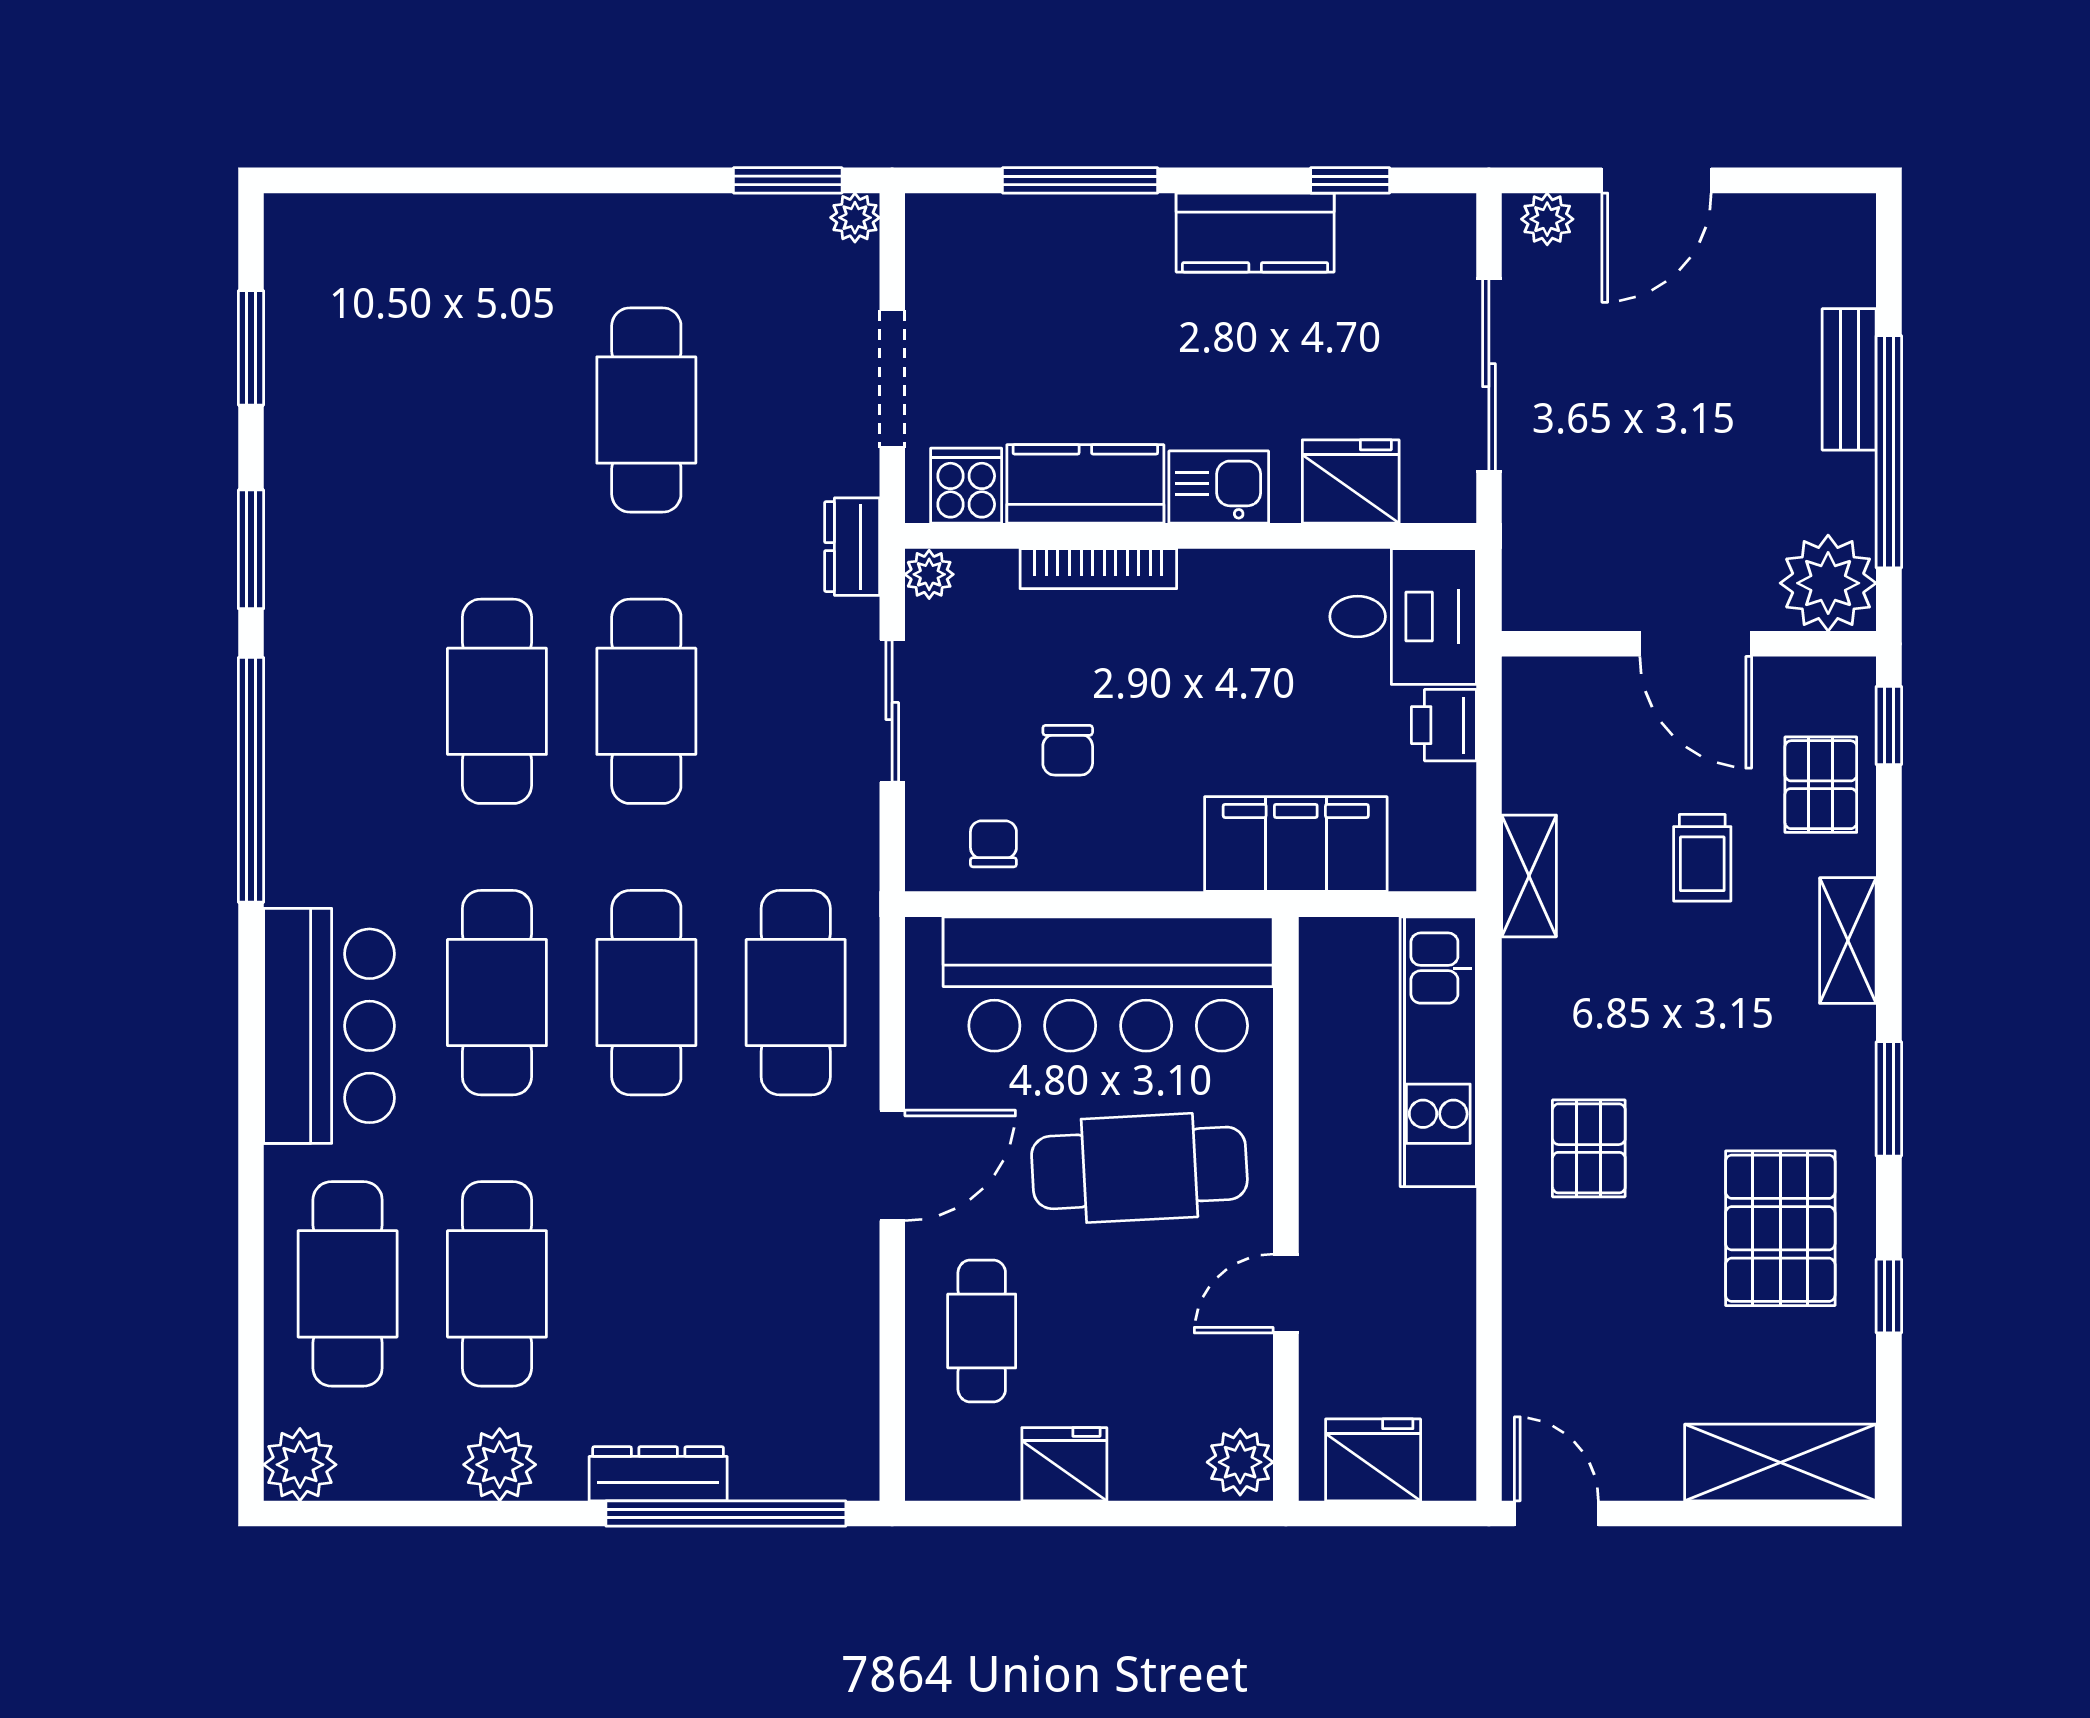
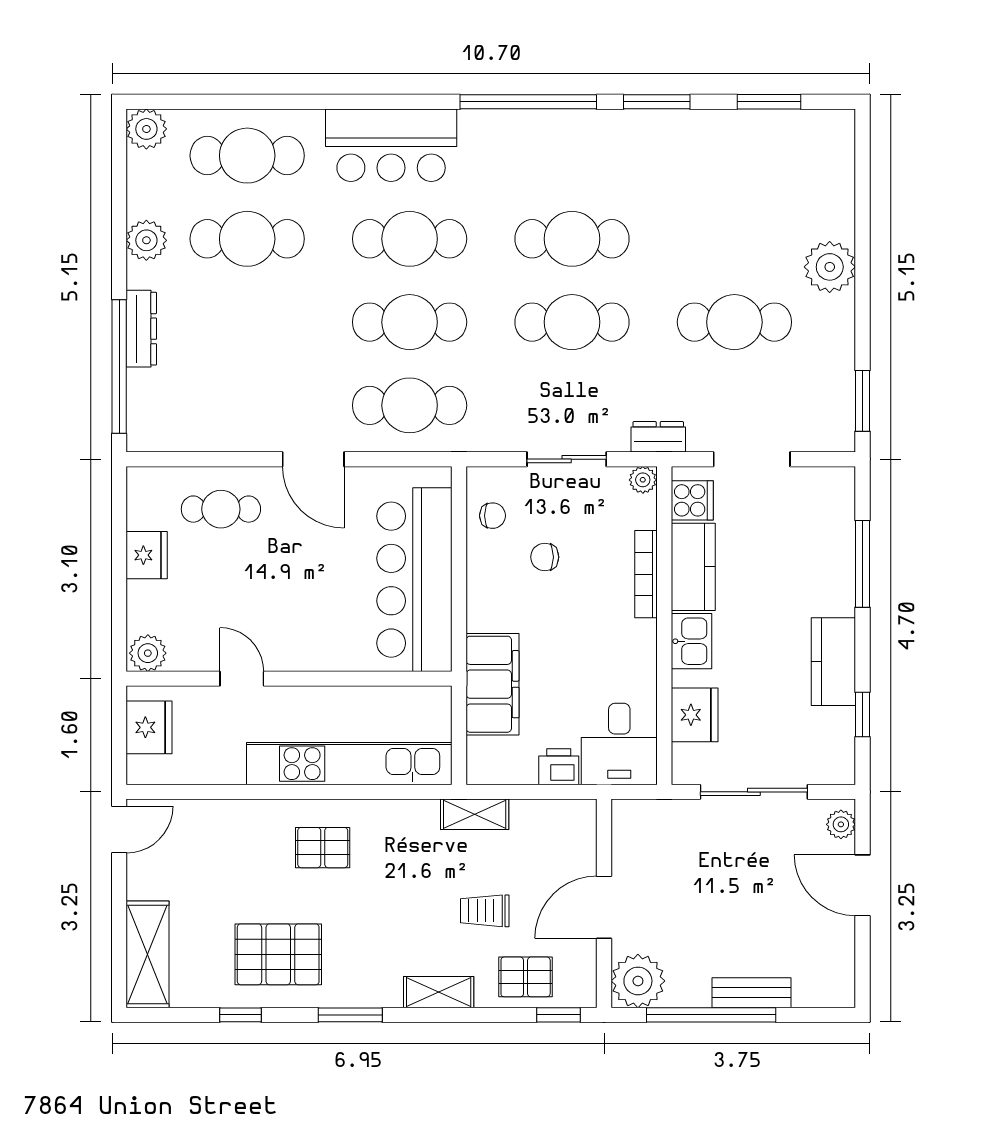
plant: (855, 218) -> (830, 267), moved, width x1.87, depth x1.87
kitchen unit: (1438, 1052) -> (349, 764), width x1.36
cafe table: (1139, 1168) -> (312, 597), removed

